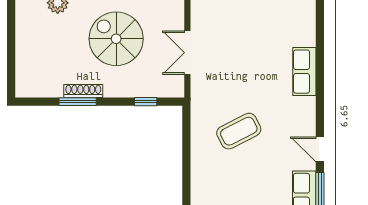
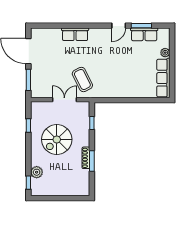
double door: (187, 53) -> (64, 100), swing flipped
coffee table: (239, 131) -> (82, 79), moved

